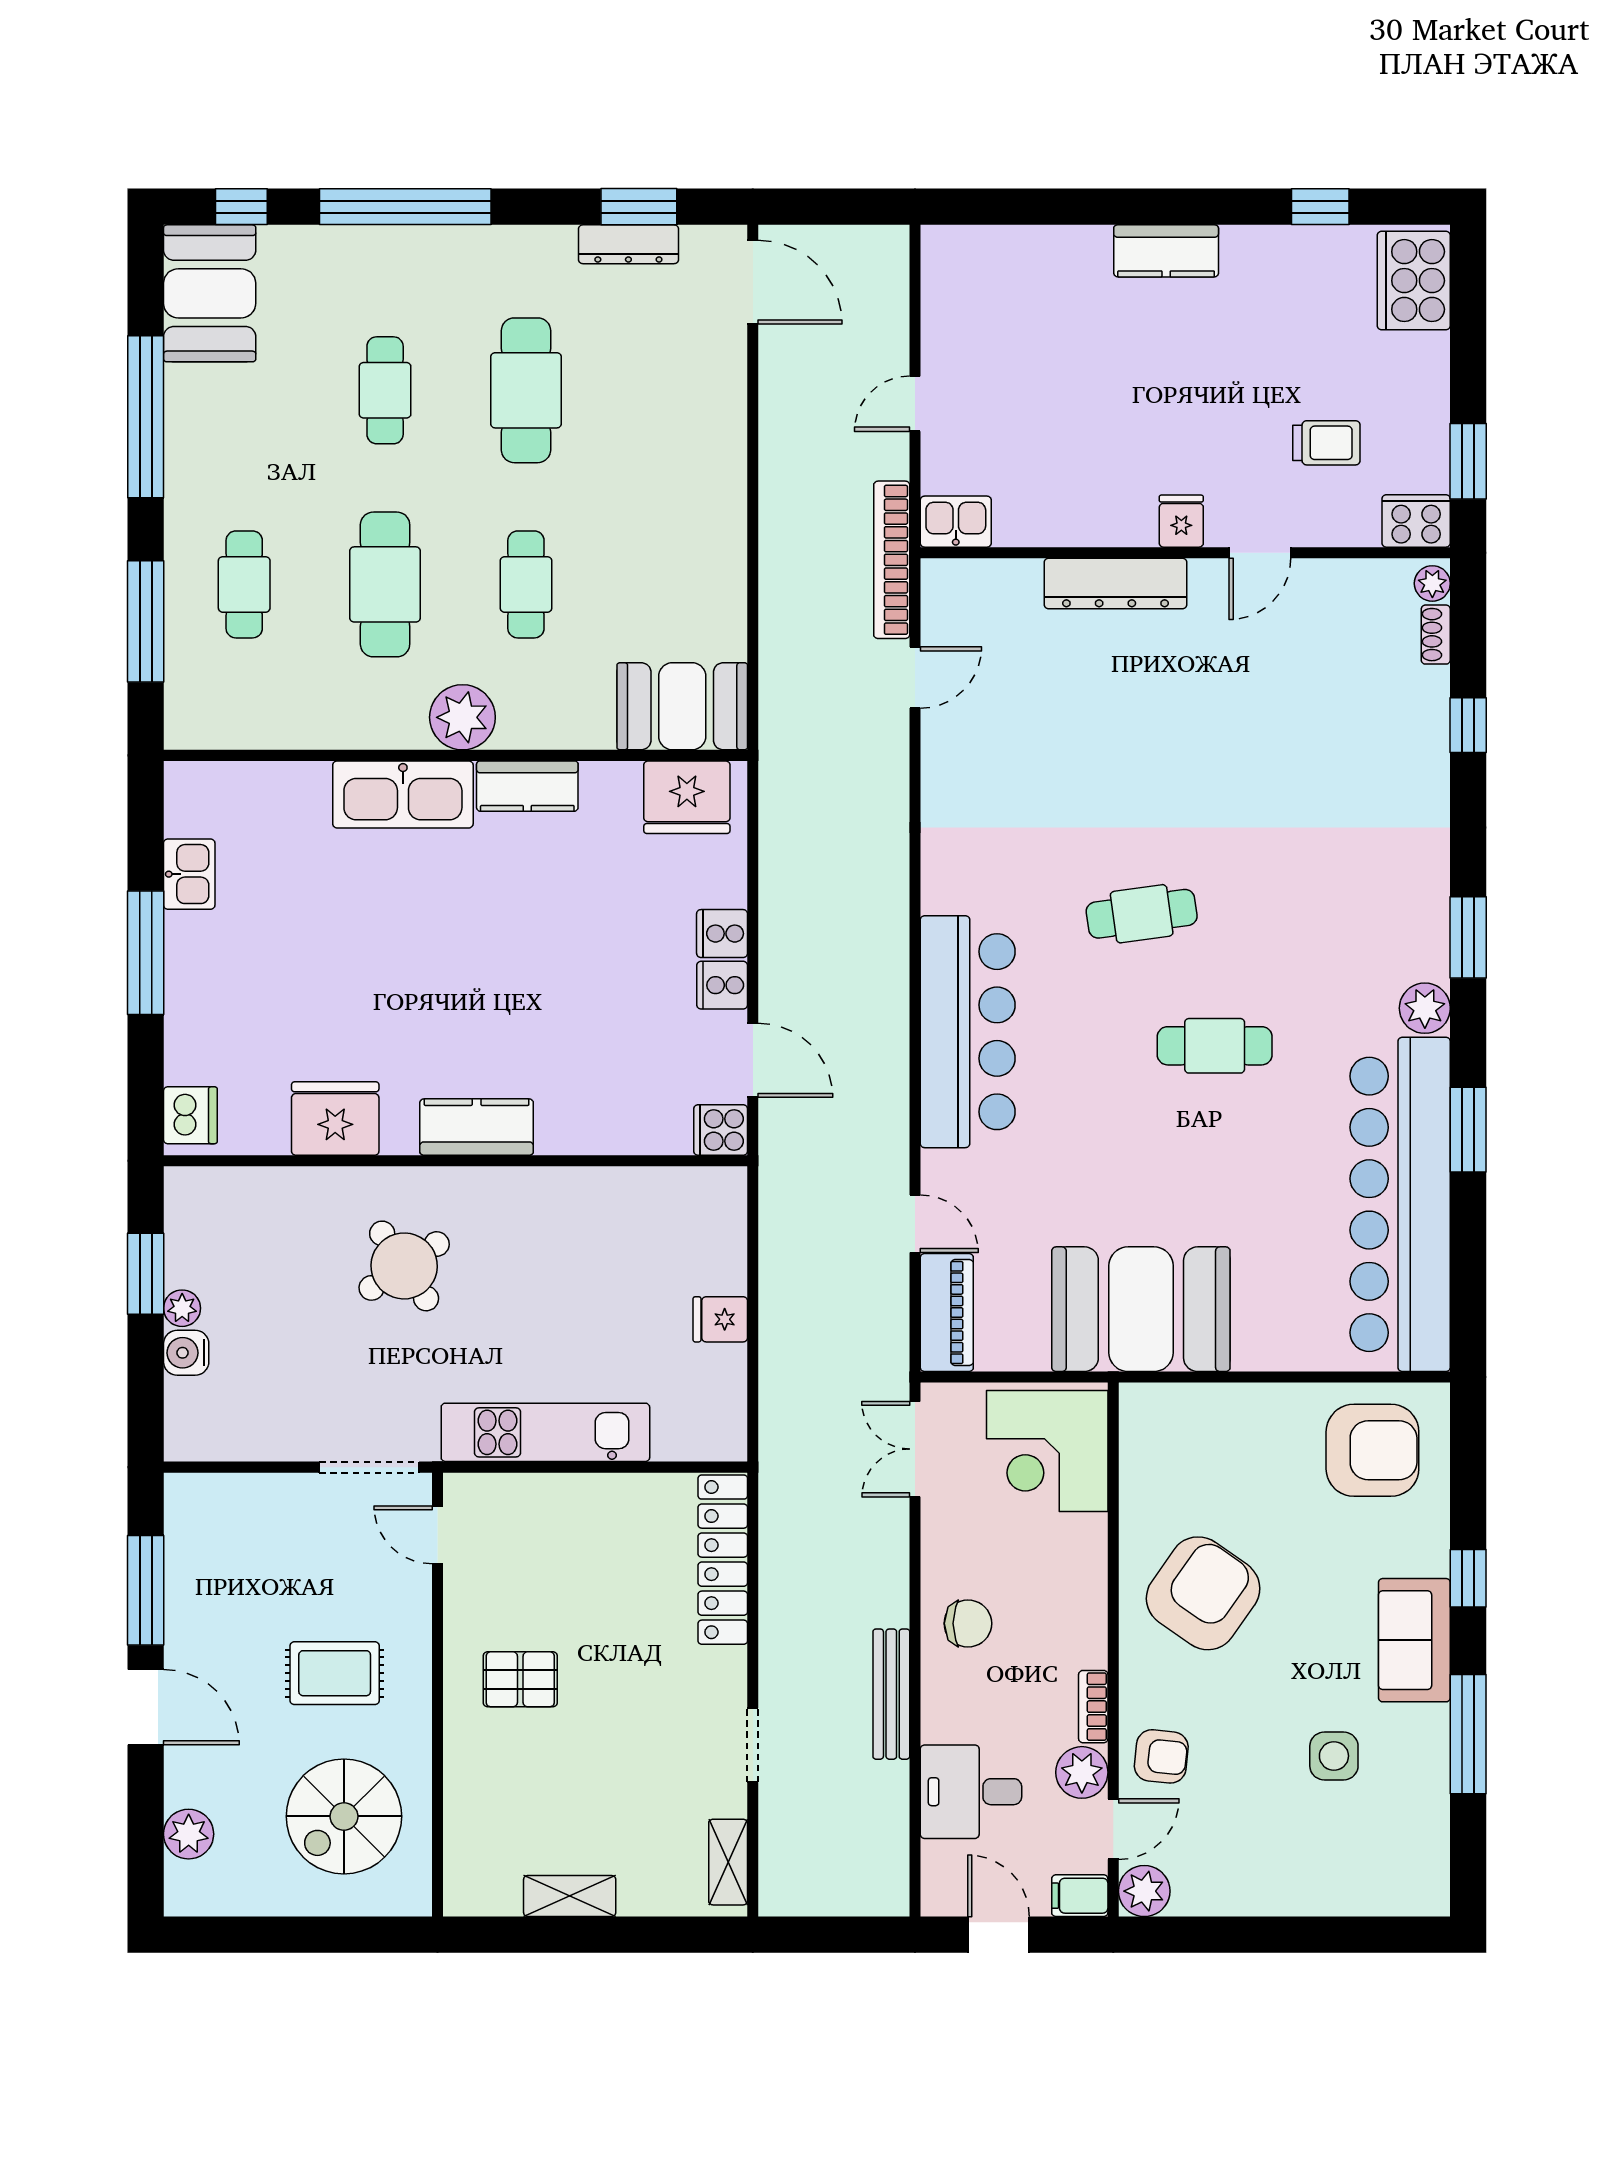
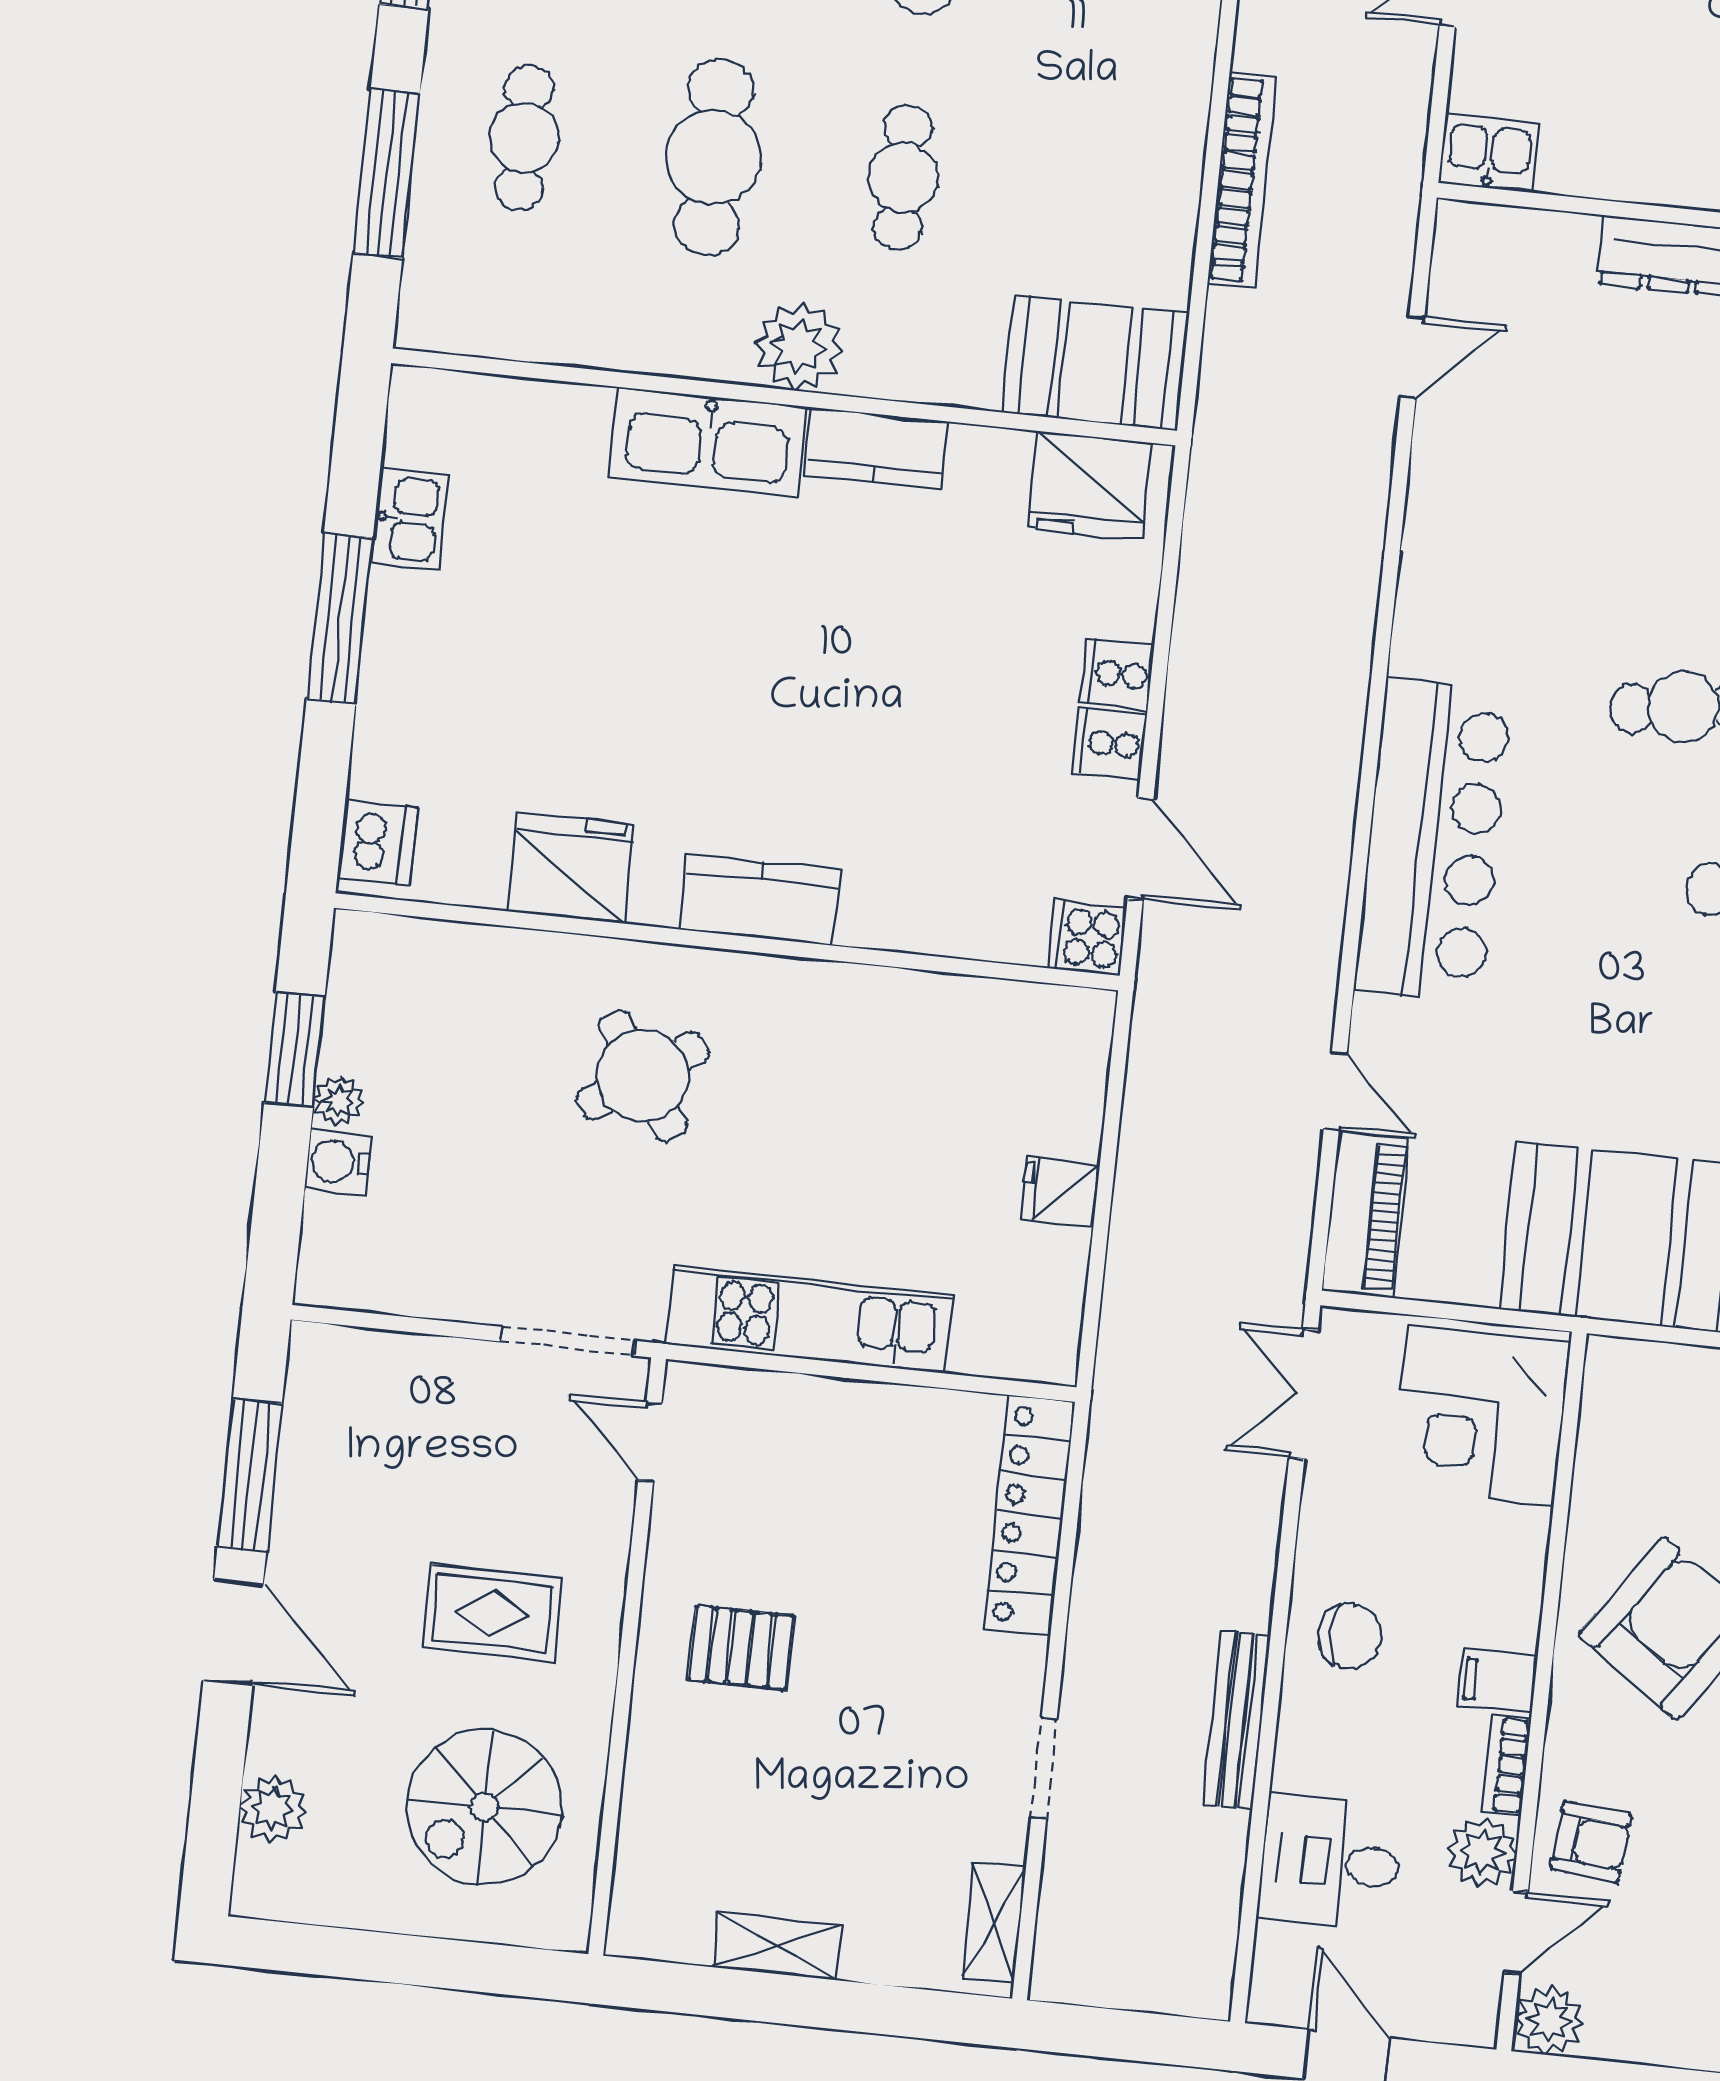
bookcase: (892, 560) -> (1242, 180), moved, turned 180
filing cabinet: (1080, 1896) -> (1497, 1682), moved

